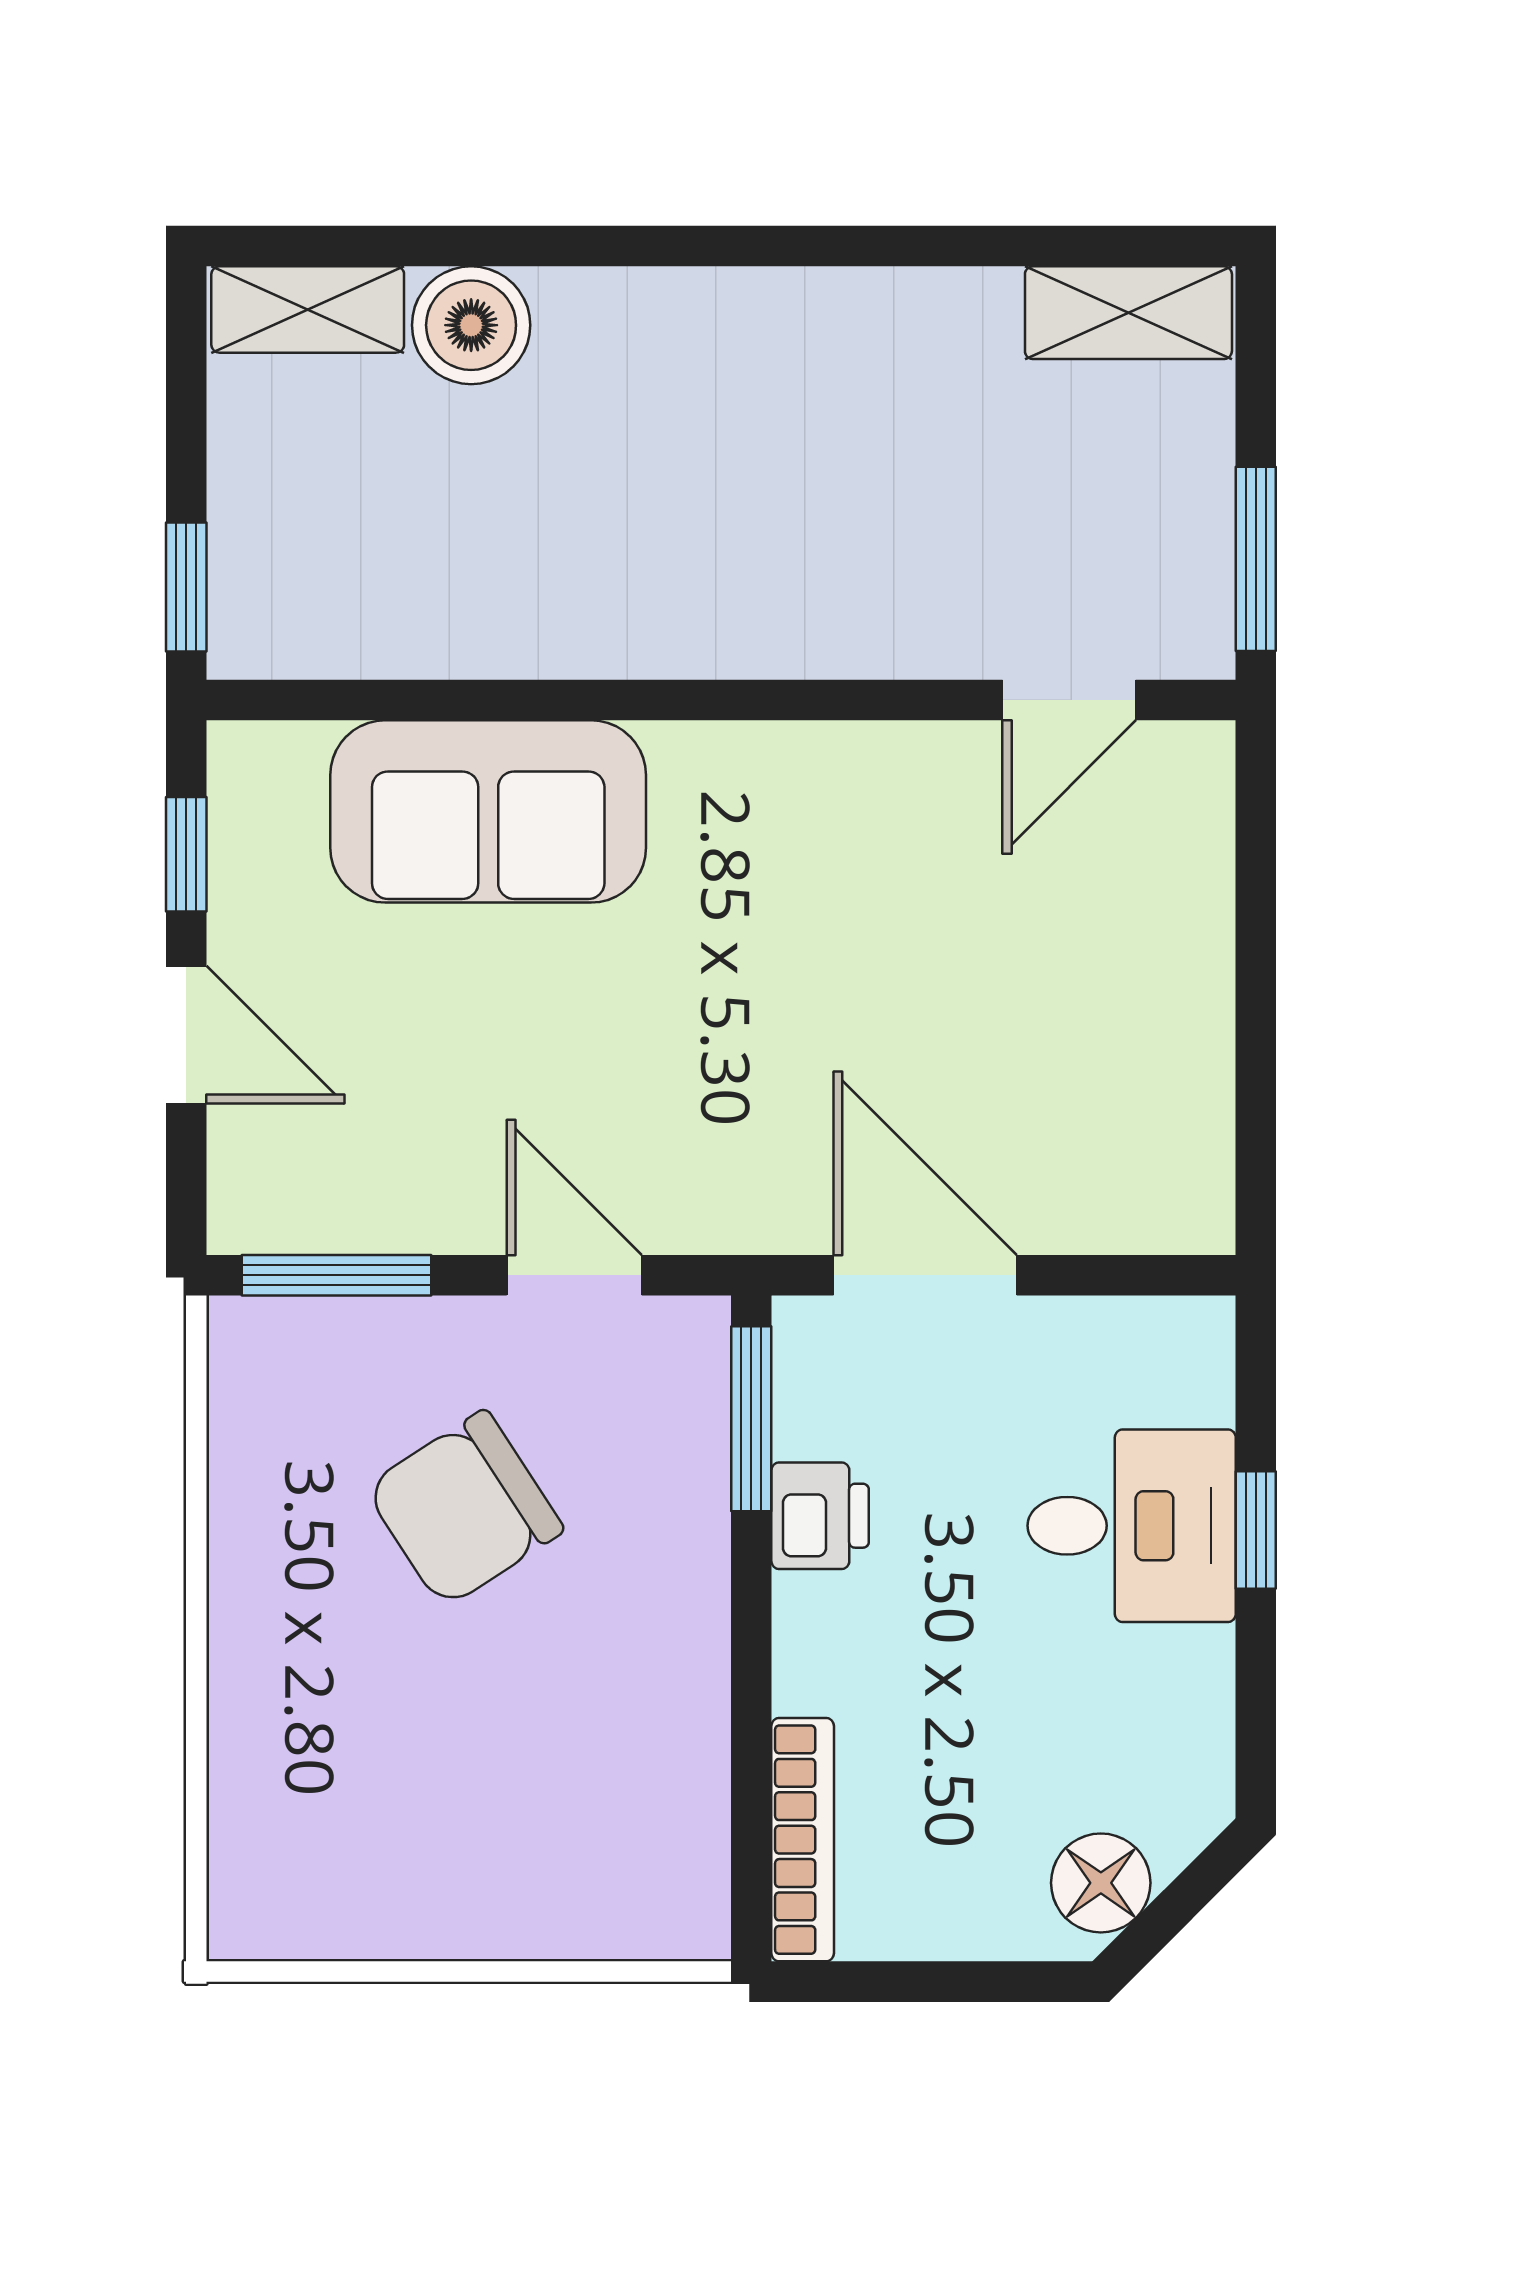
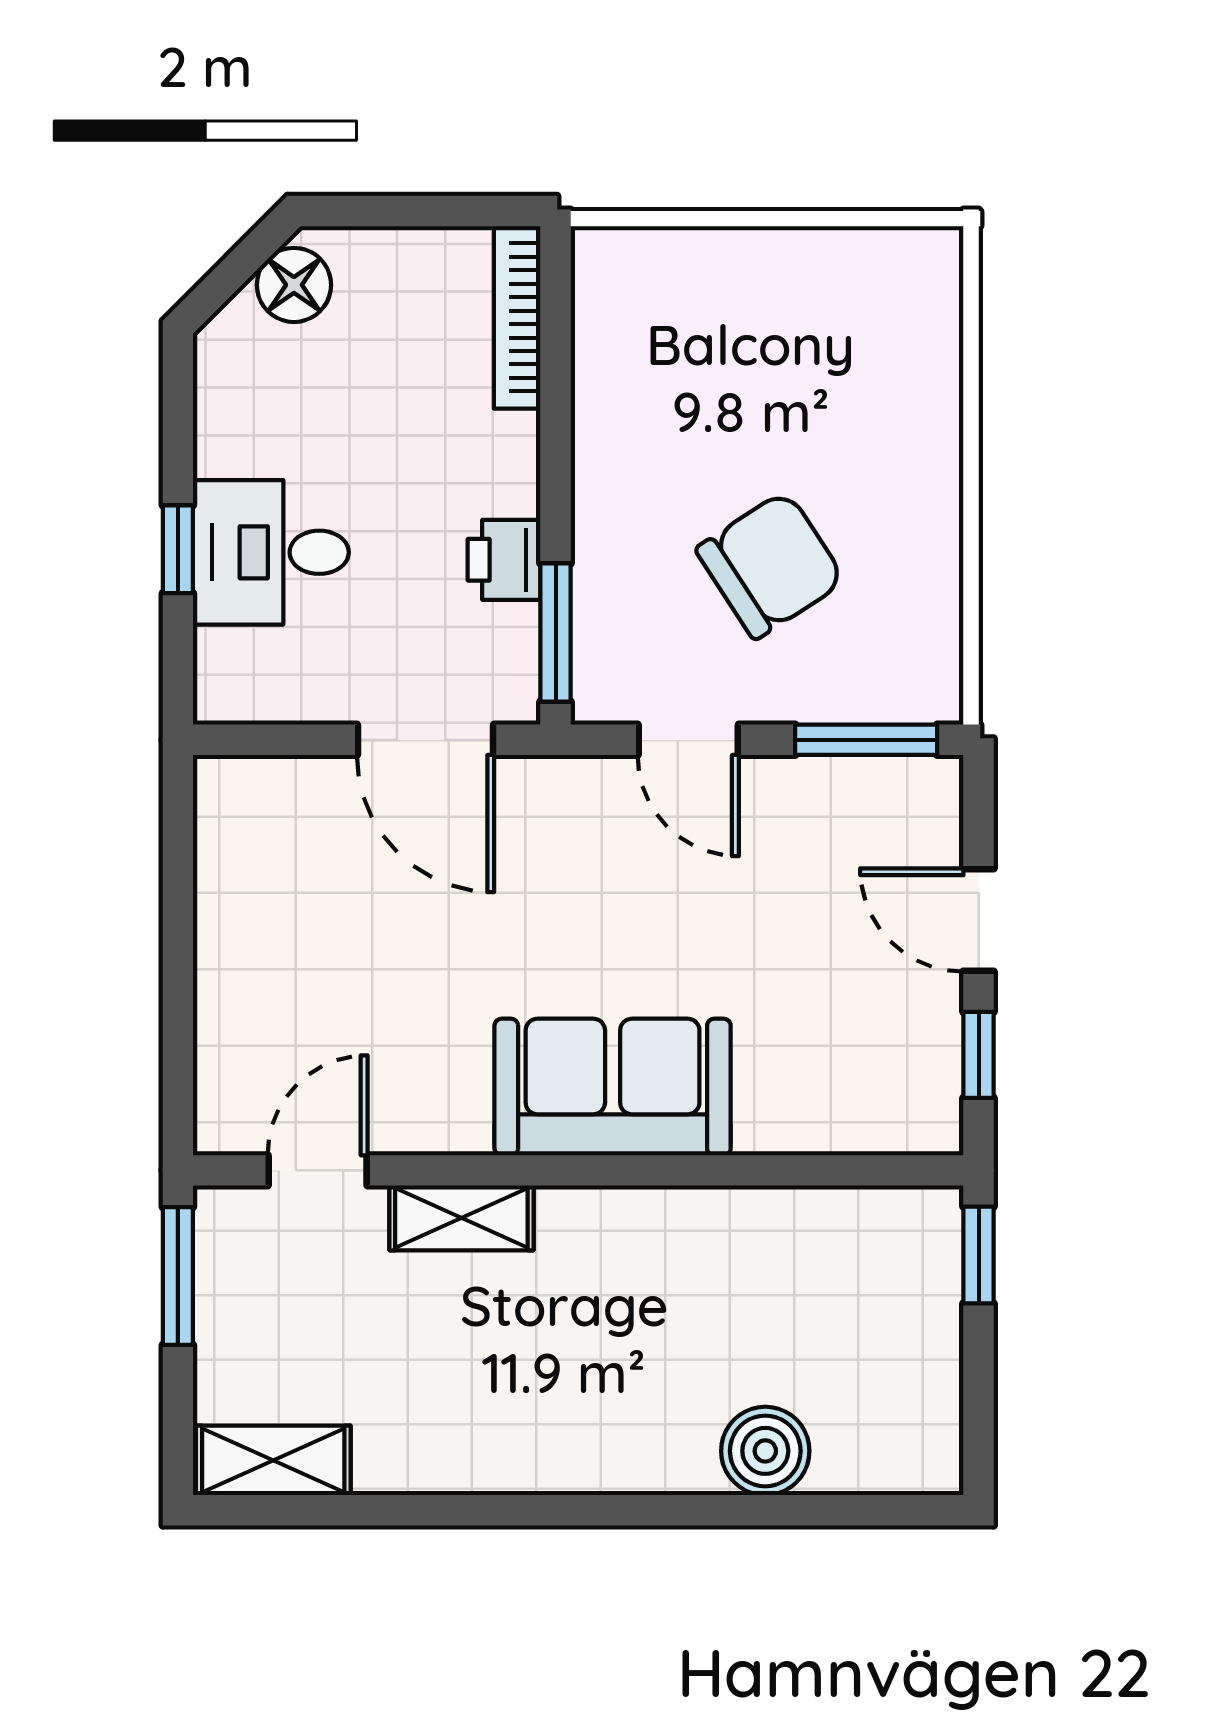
shelving: (308, 309) -> (461, 1218), moved
sofa: (488, 811) -> (613, 1087), moved

